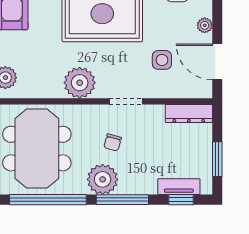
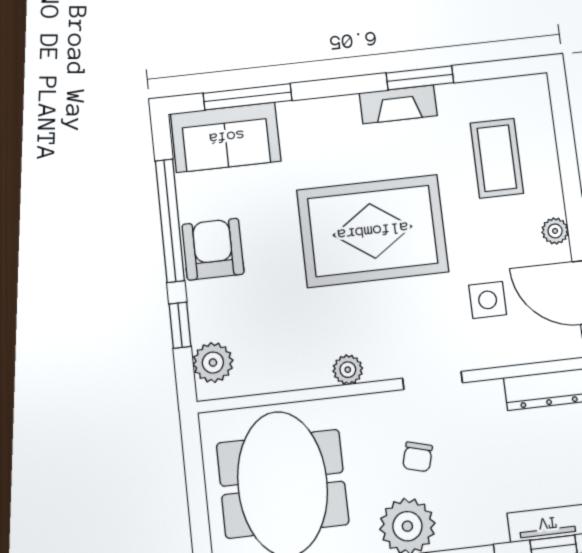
plant: (80, 83) -> (348, 370), width x0.53, depth x0.53

